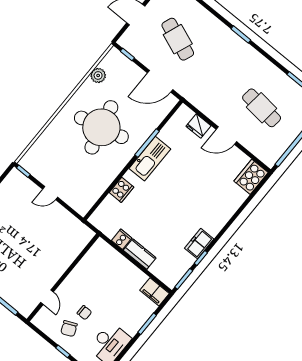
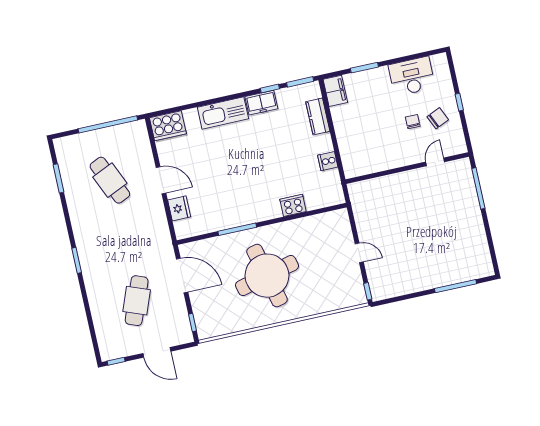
plant: (98, 75) -> (233, 324), removed
cafe table: (262, 108) -> (110, 180), turned -30
kitchen sink: (150, 159) -> (223, 113), moved, turned 180
kitchen counter: (140, 254) -> (318, 116), moved

